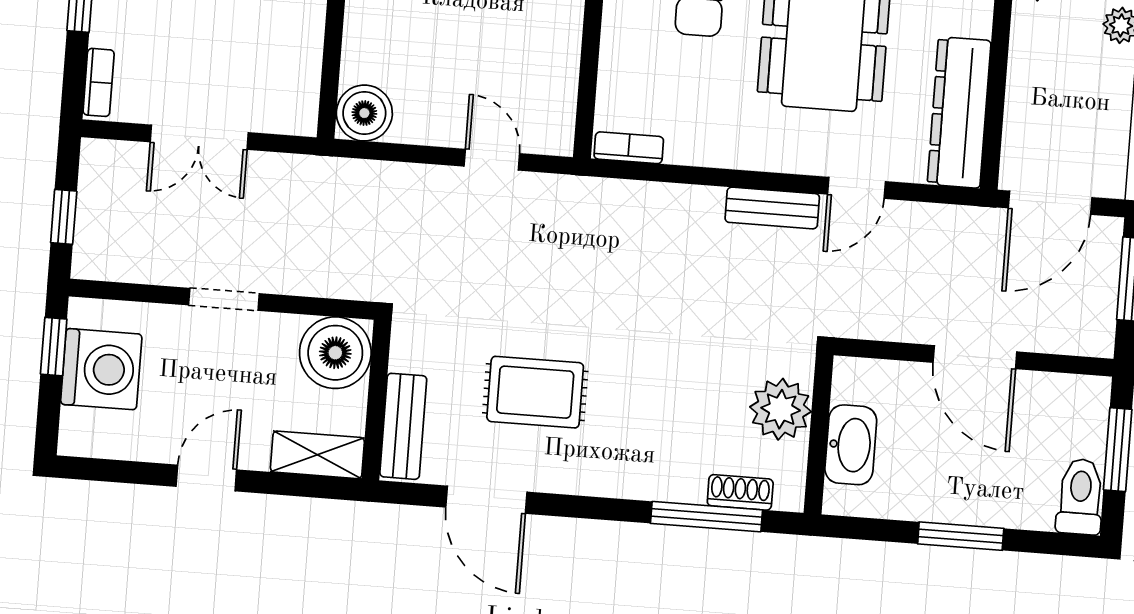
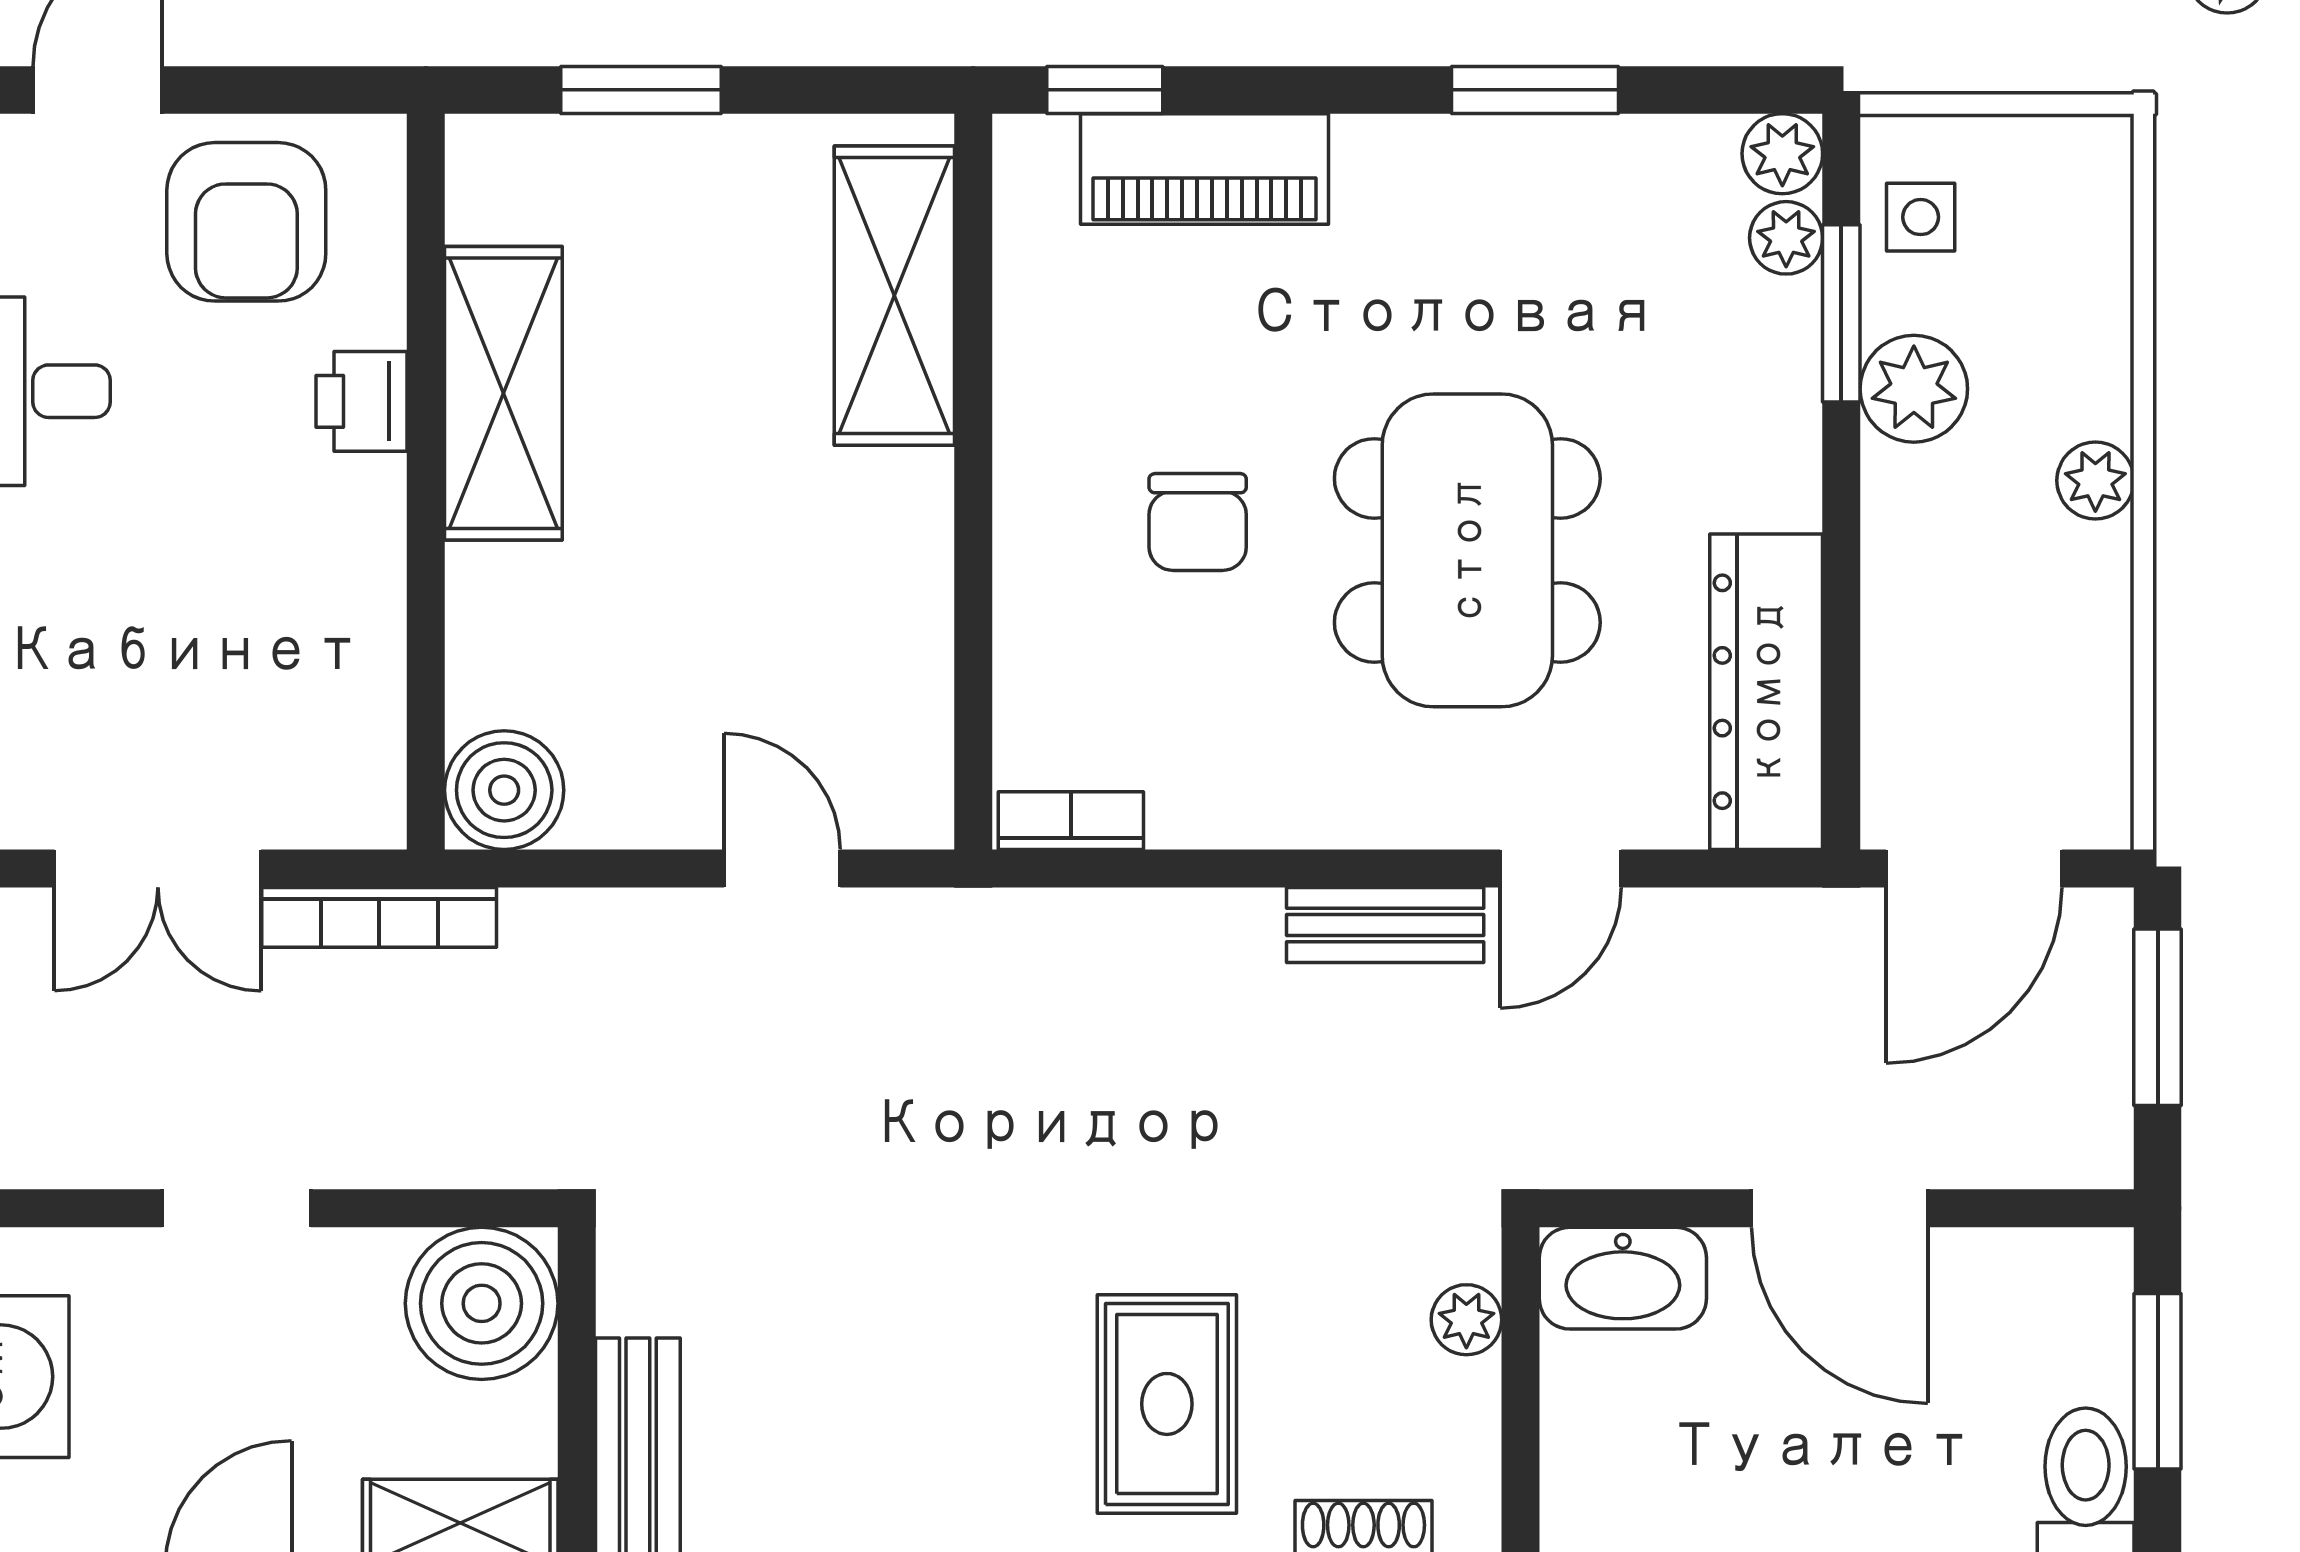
bookcase: (301, 168) -> (379, 917), added
rug: (535, 392) -> (1167, 1404), moved, turned 90
plant: (781, 409) -> (1466, 1320), width x0.53, depth x0.53
washbasin: (851, 445) -> (1623, 1278), moved, turned 90

